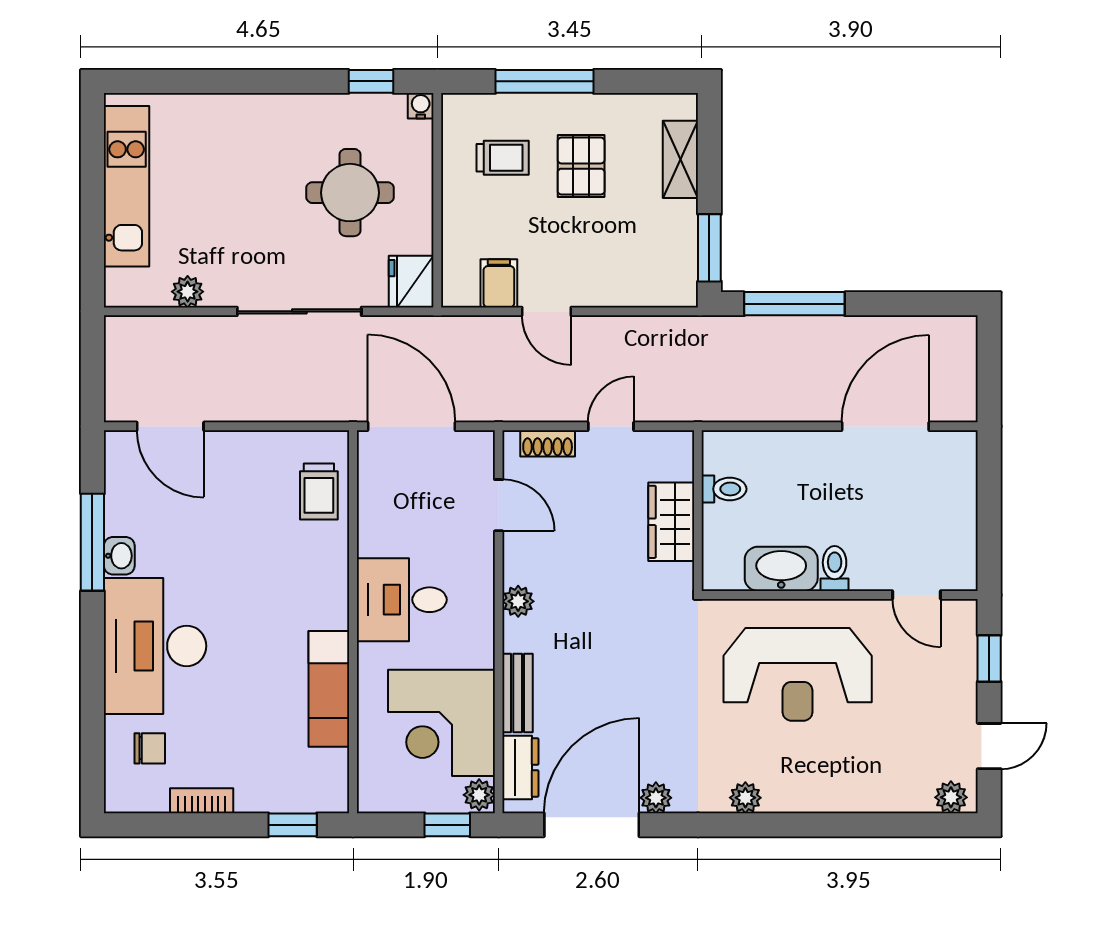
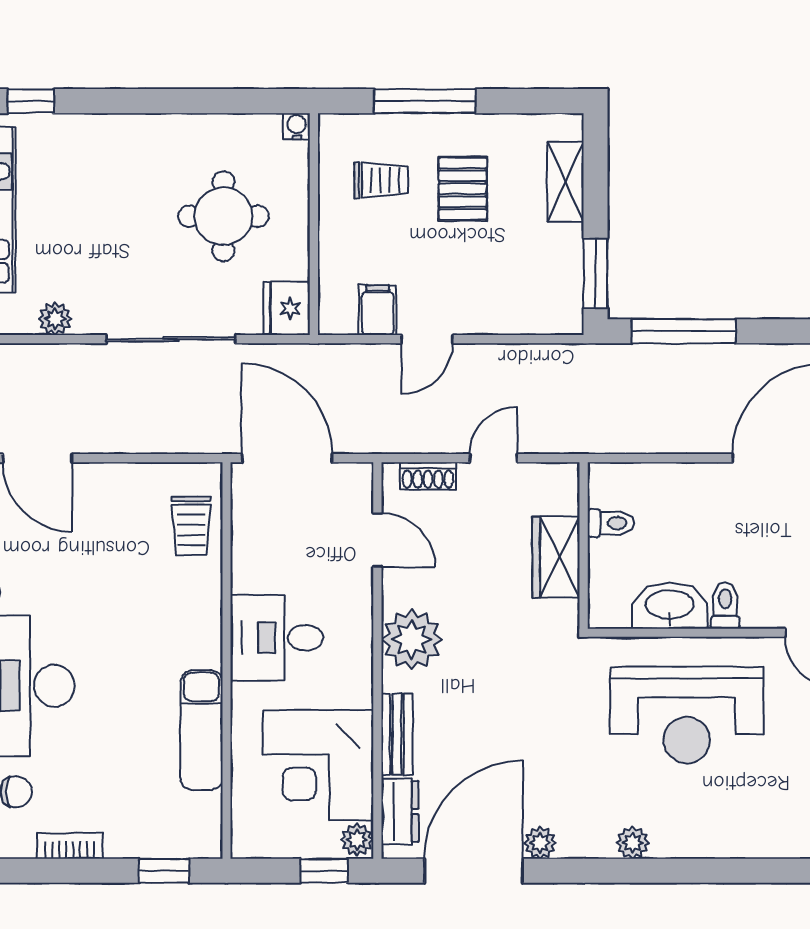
window: (371, 81) -> (31, 101), moved
door: (546, 311) -> (427, 339), hinge flipped
plant: (518, 601) -> (412, 639), width x1.88, depth x1.88

